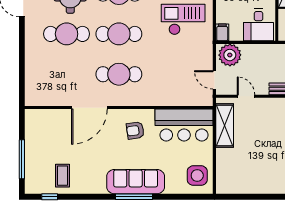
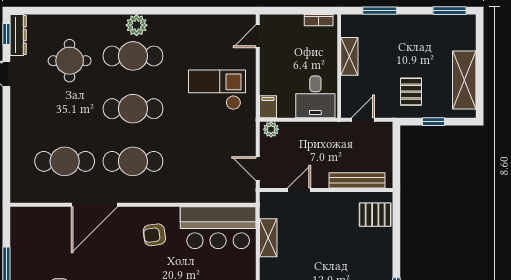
cafe table: (67, 34) -> (65, 161), moved
plant: (230, 55) -> (271, 129), width x0.53, depth x0.53
door: (246, 96) -> (299, 190), hinge flipped
shelving: (225, 125) -> (268, 238), width x0.67, depth x0.75

